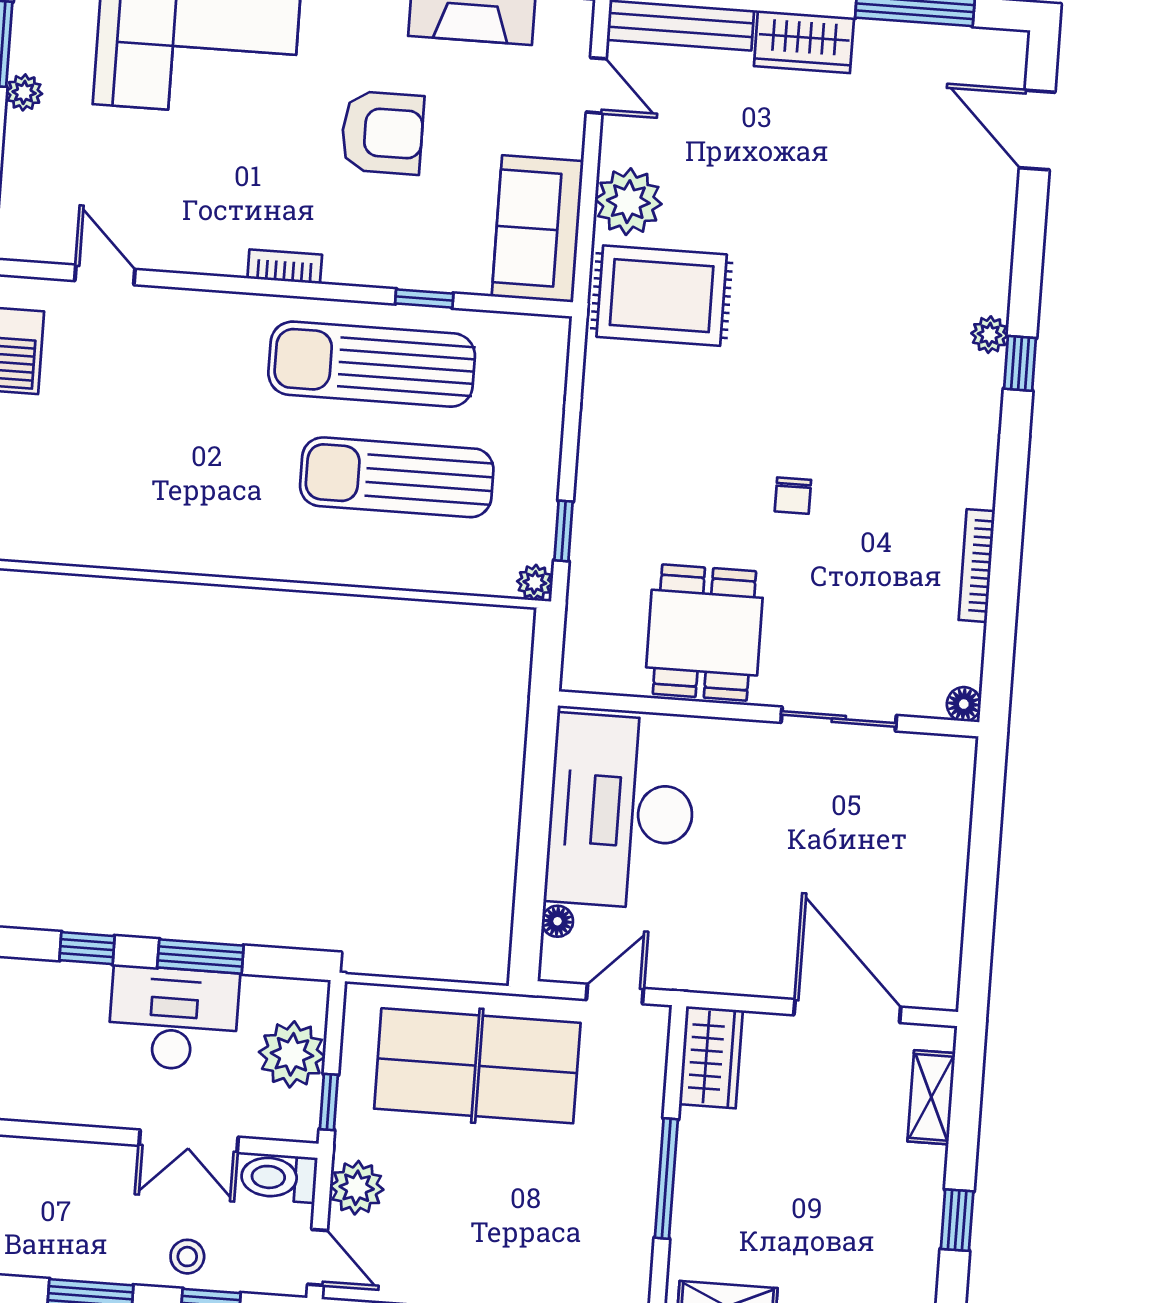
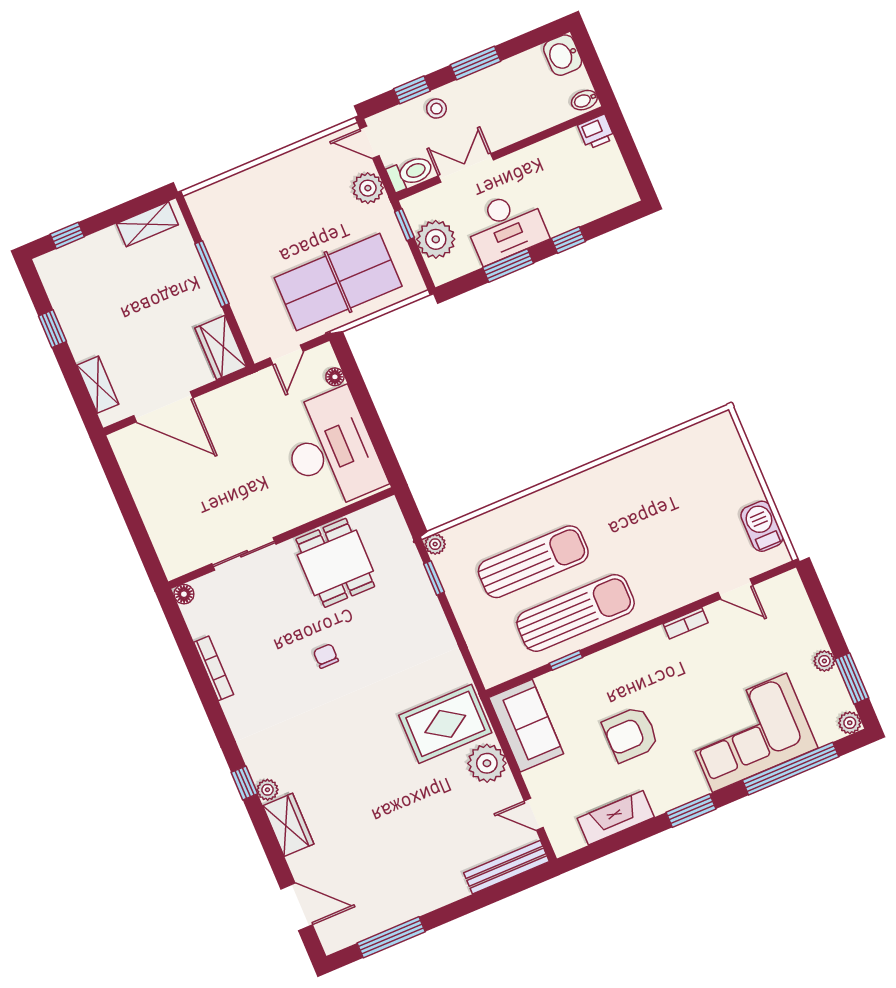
wardrobe: (804, 42) -> (288, 825), moved, turned 90
bookcase: (285, 267) -> (686, 623), moved

